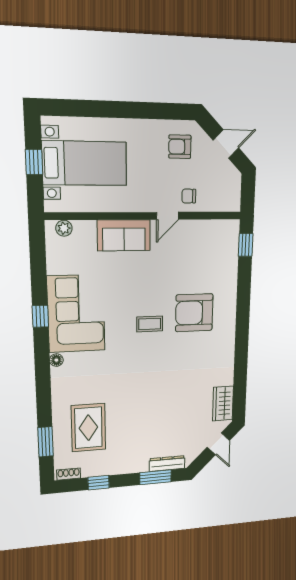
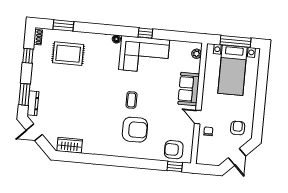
window: (34, 162) -> (236, 41), width x2.17
armchair: (220, 249) -> (174, 150), added
armchair: (194, 313) -> (135, 130), turned 90
door: (218, 444) -> (34, 132), moved

